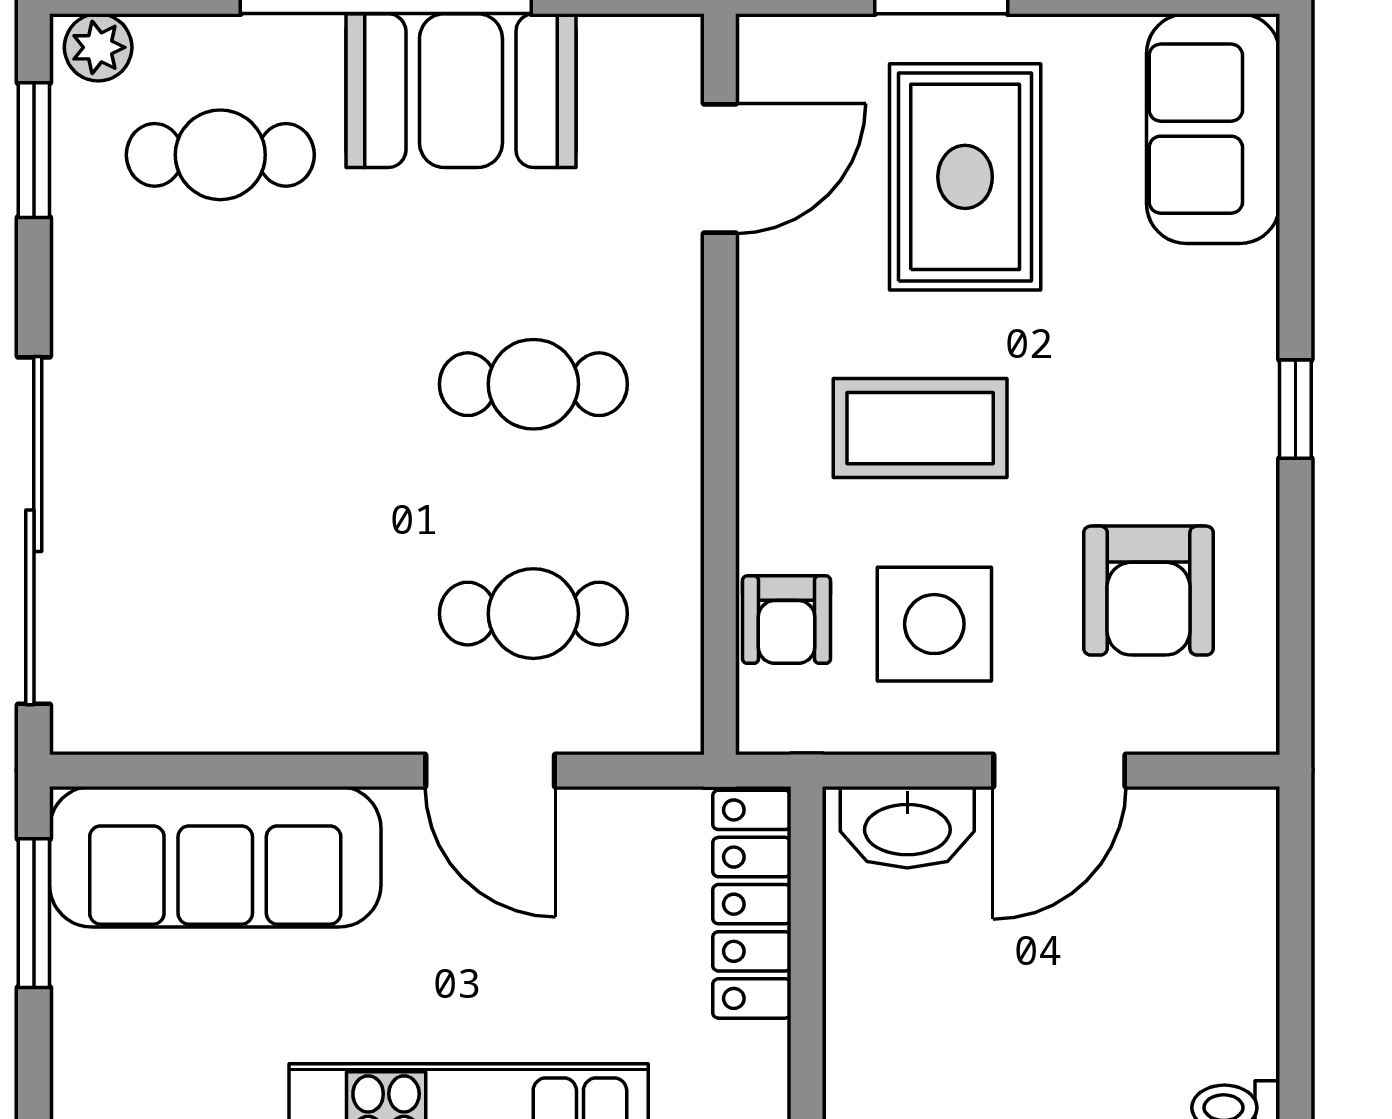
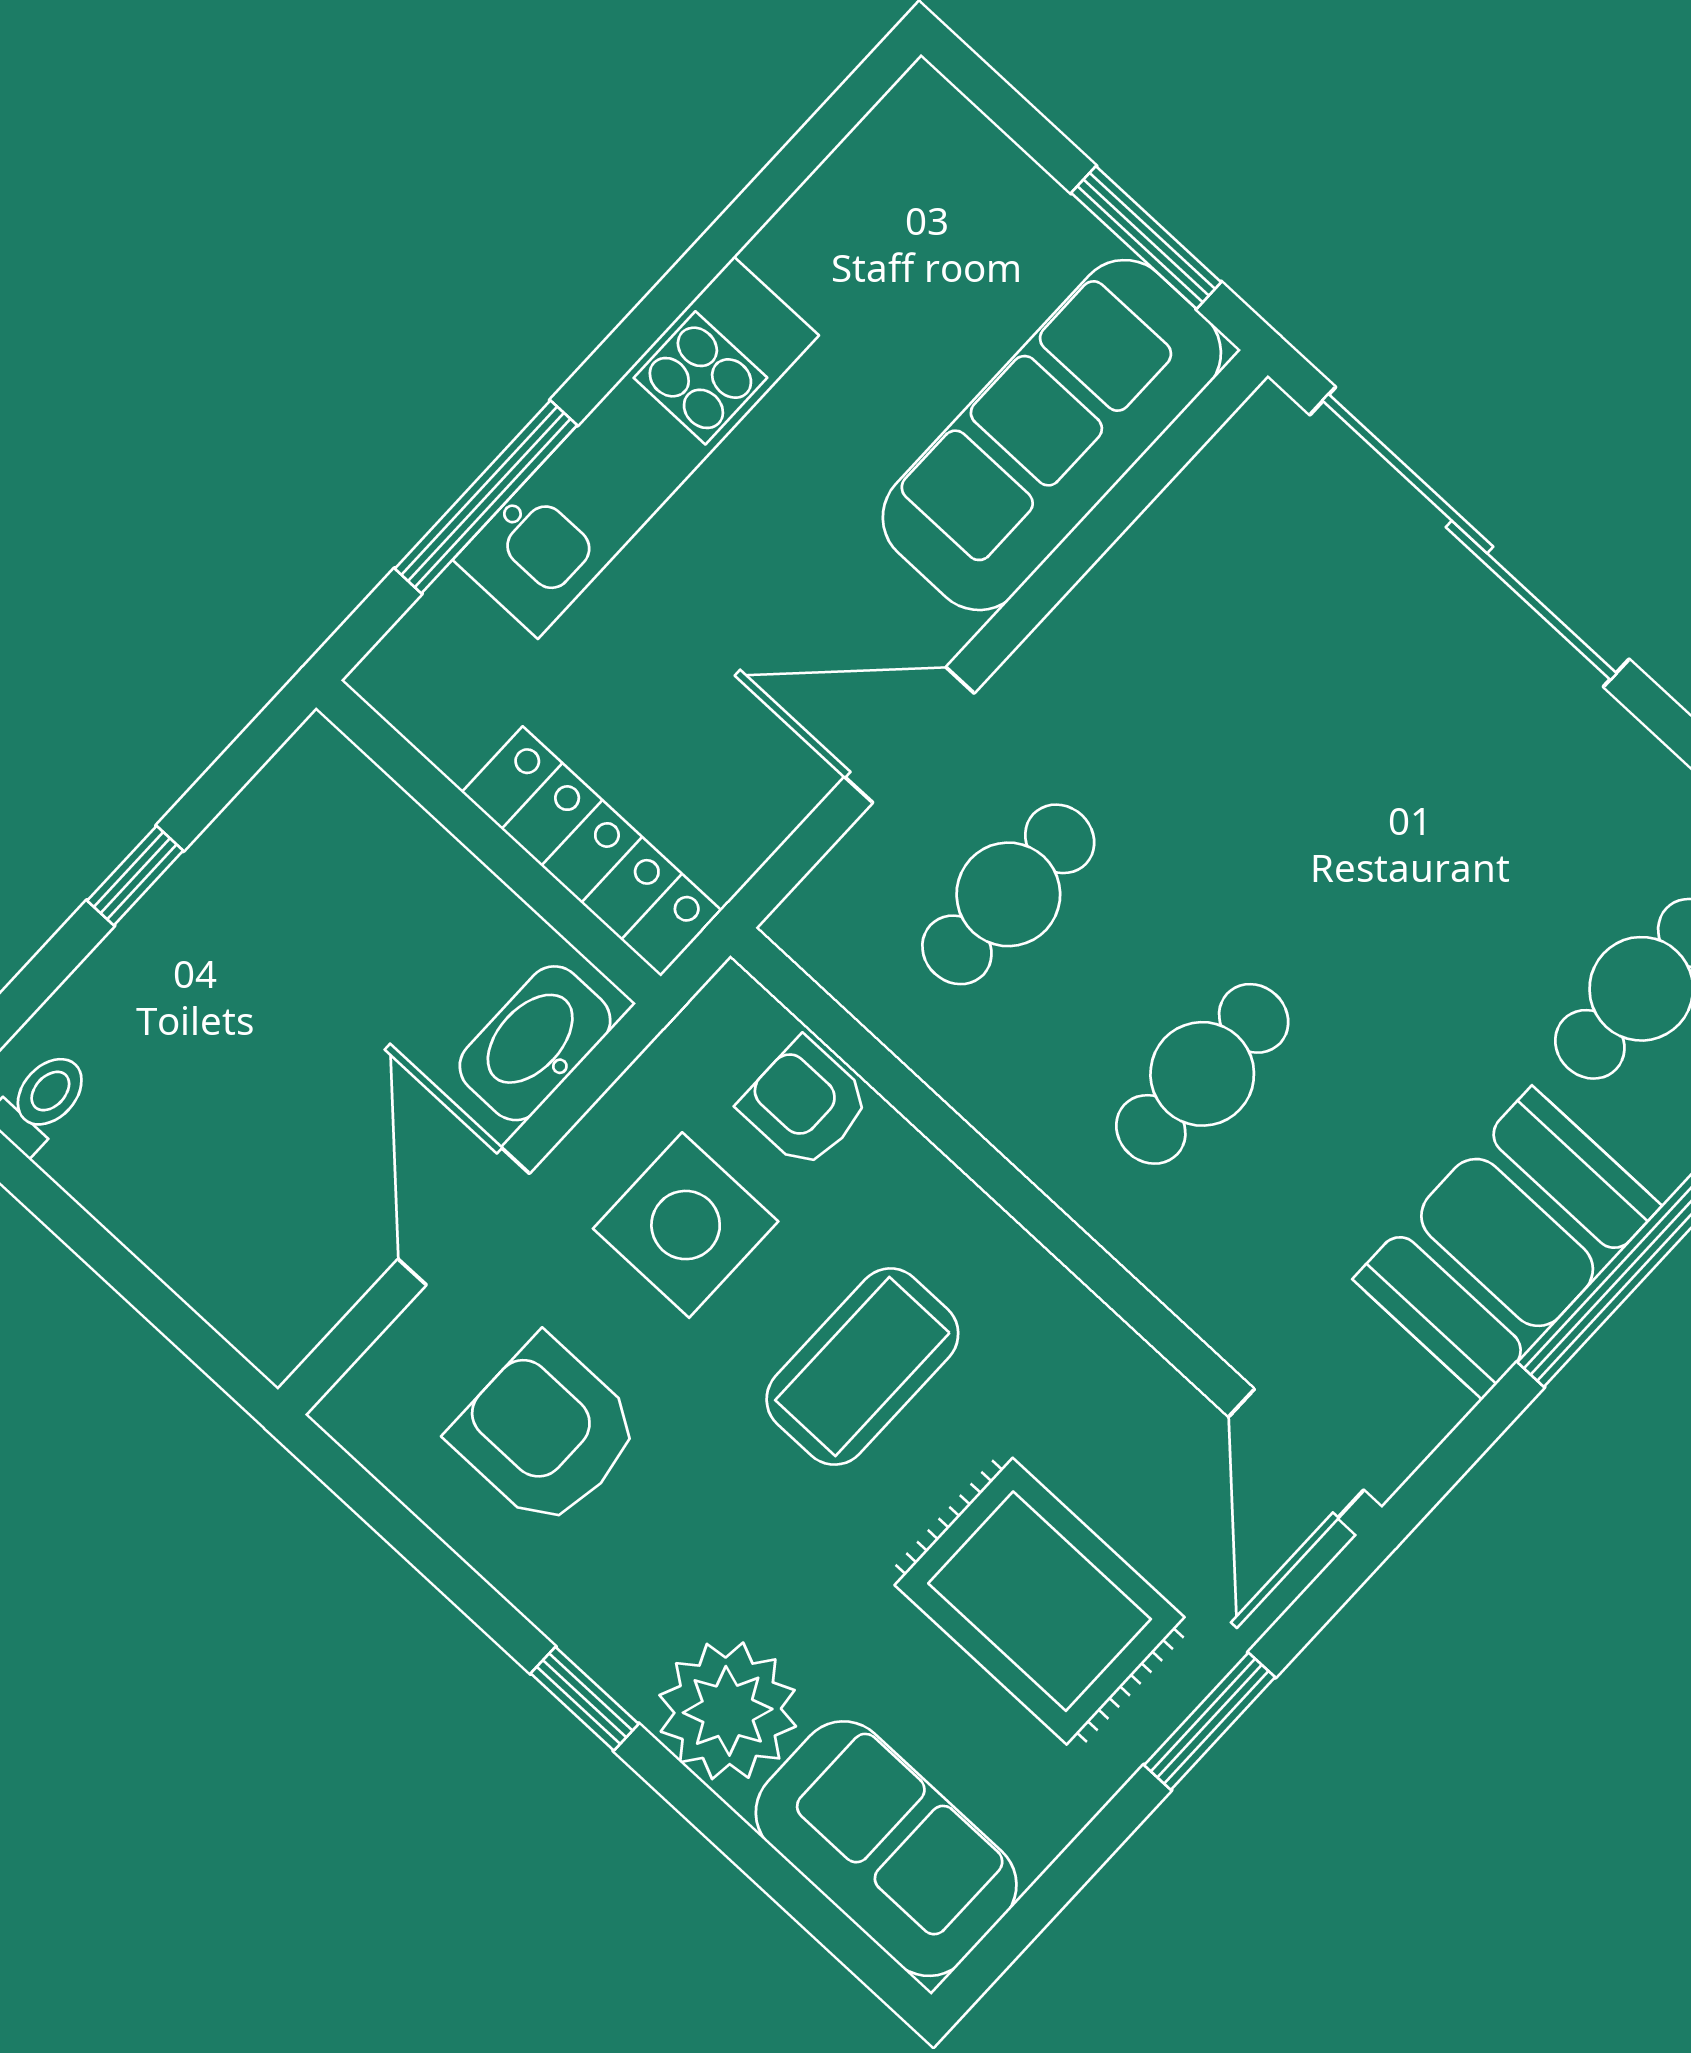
door: (720, 168) -> (1296, 1454), moved
plant: (1219, 311) -> (728, 1711), added

